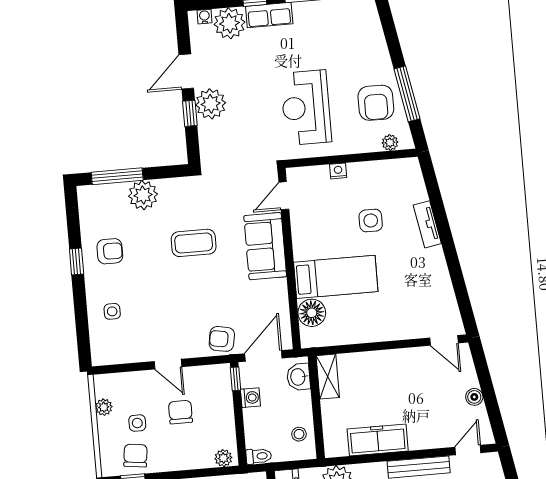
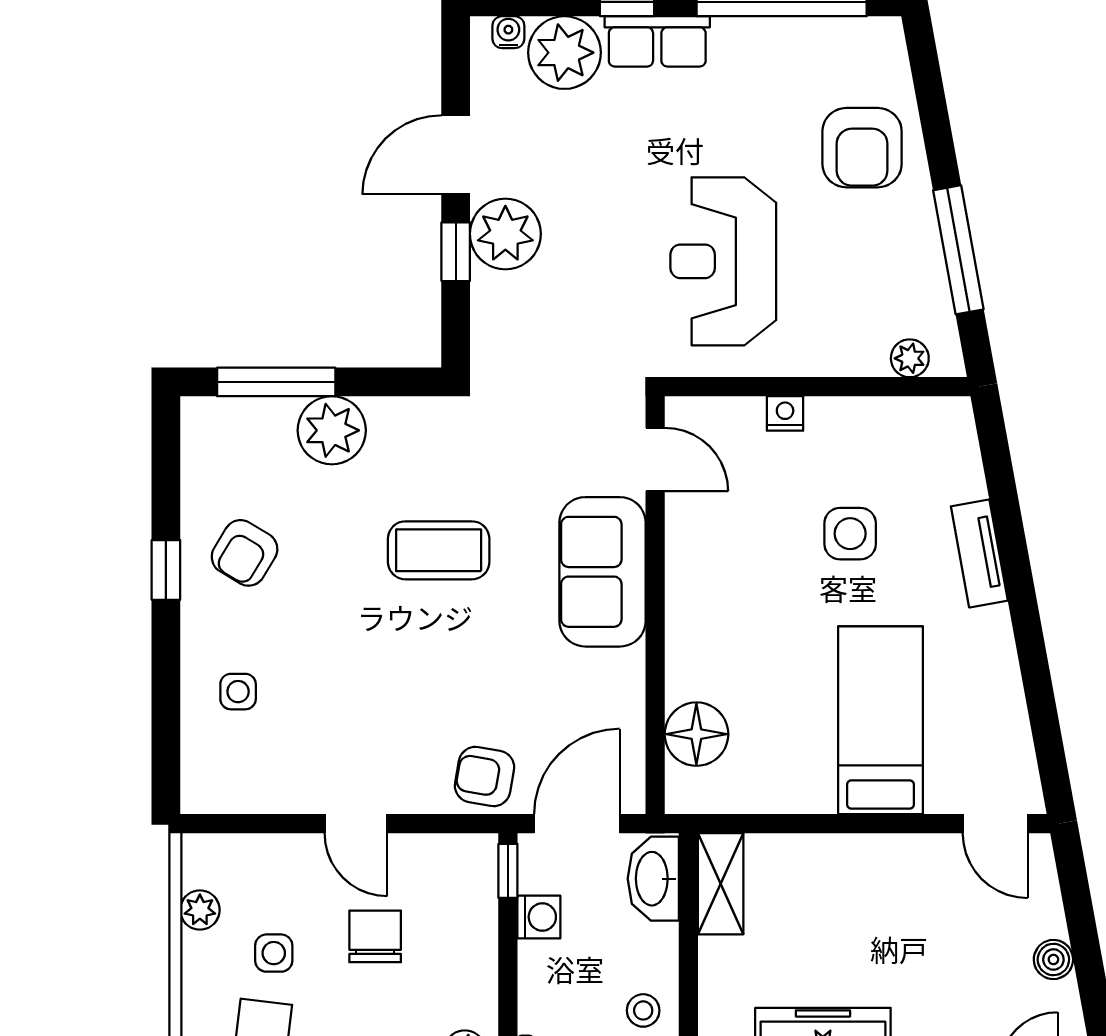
armchair: (376, 103) -> (862, 148), moved
door: (284, 196) -> (655, 459), swing flipped
armchair: (110, 251) -> (245, 553), turned 121
bed: (336, 277) -> (880, 720), moved, turned -90
washbasin: (298, 377) -> (653, 879), width x1.38

